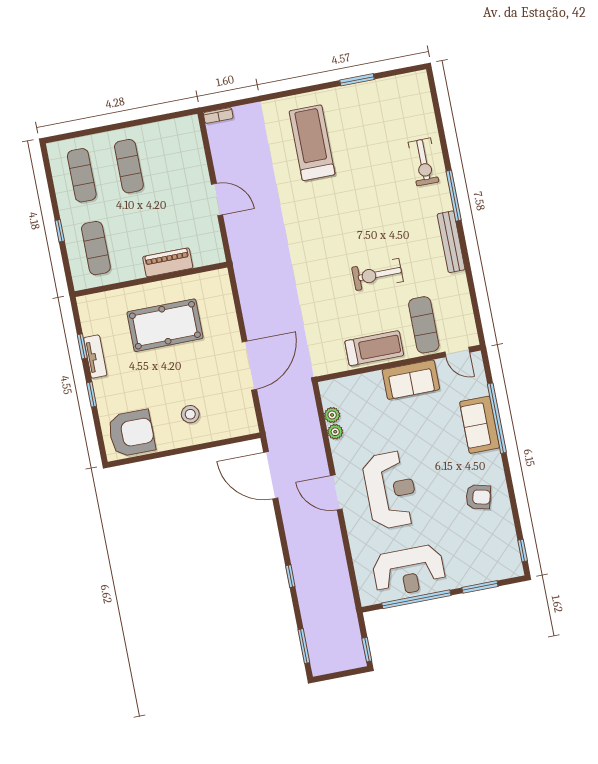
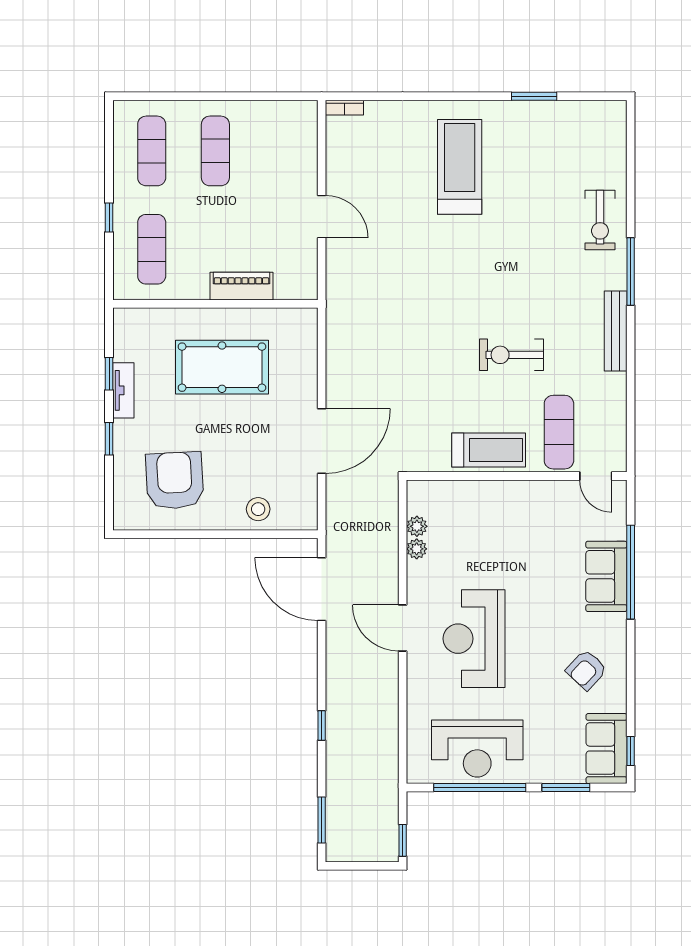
sofa: (411, 380) -> (606, 749), moved, turned 90
stool: (190, 414) -> (258, 509), moved
armchair: (131, 433) -> (175, 480), moved, turned -93
reception desk: (391, 490) -> (474, 639), turned 180
armchair: (478, 497) -> (586, 670), turned 119

